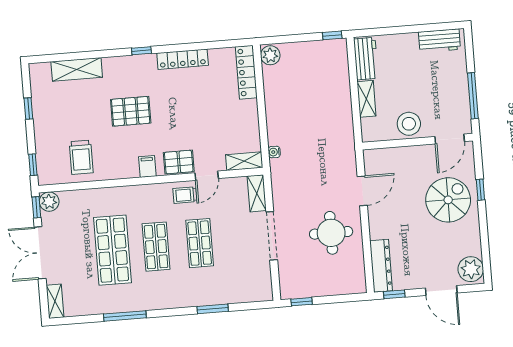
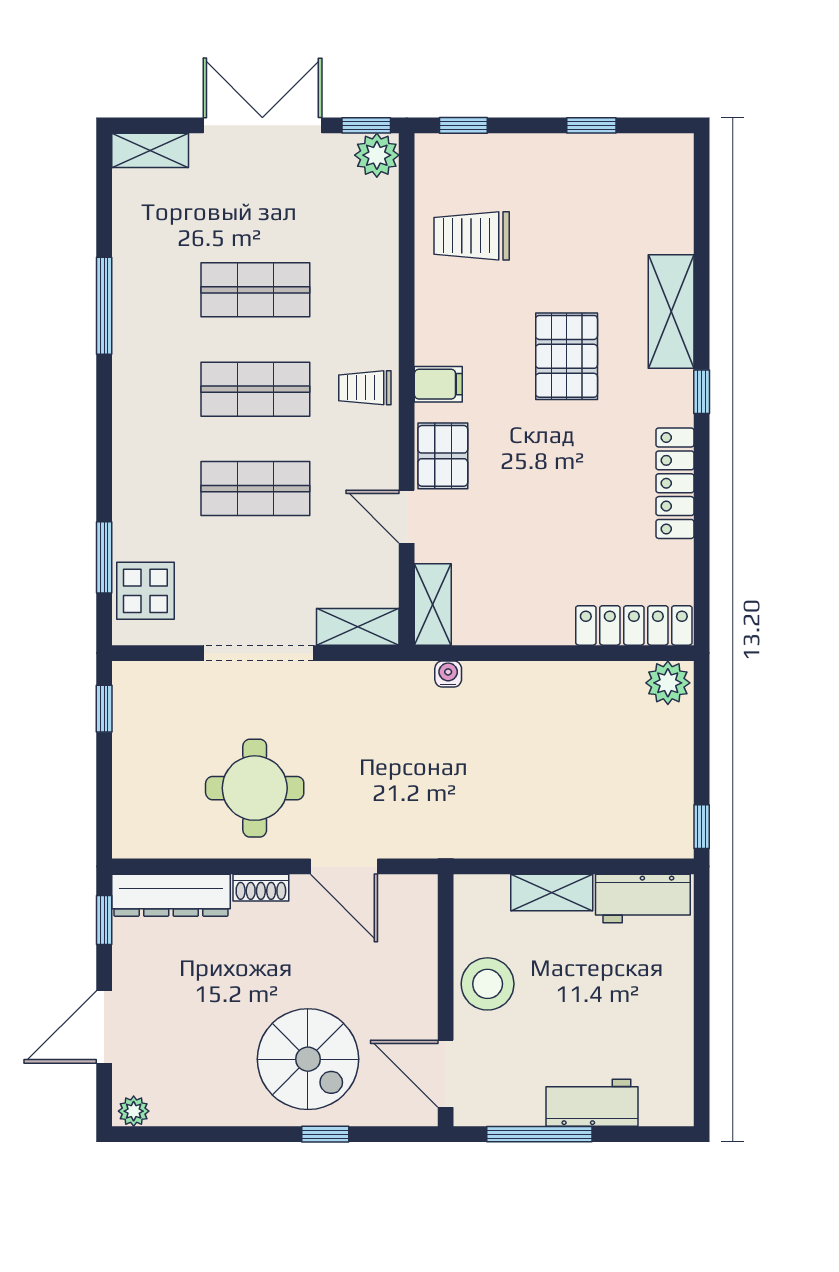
workbench: (439, 41) -> (592, 1103), moved, turned 90
shelving: (77, 69) -> (671, 312), moved
trolley: (185, 195) -> (365, 388), moved, turned -90
shoe rack: (375, 227) -> (261, 888), added
shop shelf: (112, 250) -> (255, 290), width x0.70, depth x0.74
plant: (471, 269) -> (134, 1111), width x0.53, depth x0.53
display table: (248, 288) -> (145, 591), added
window: (213, 309) -> (104, 557), moved

